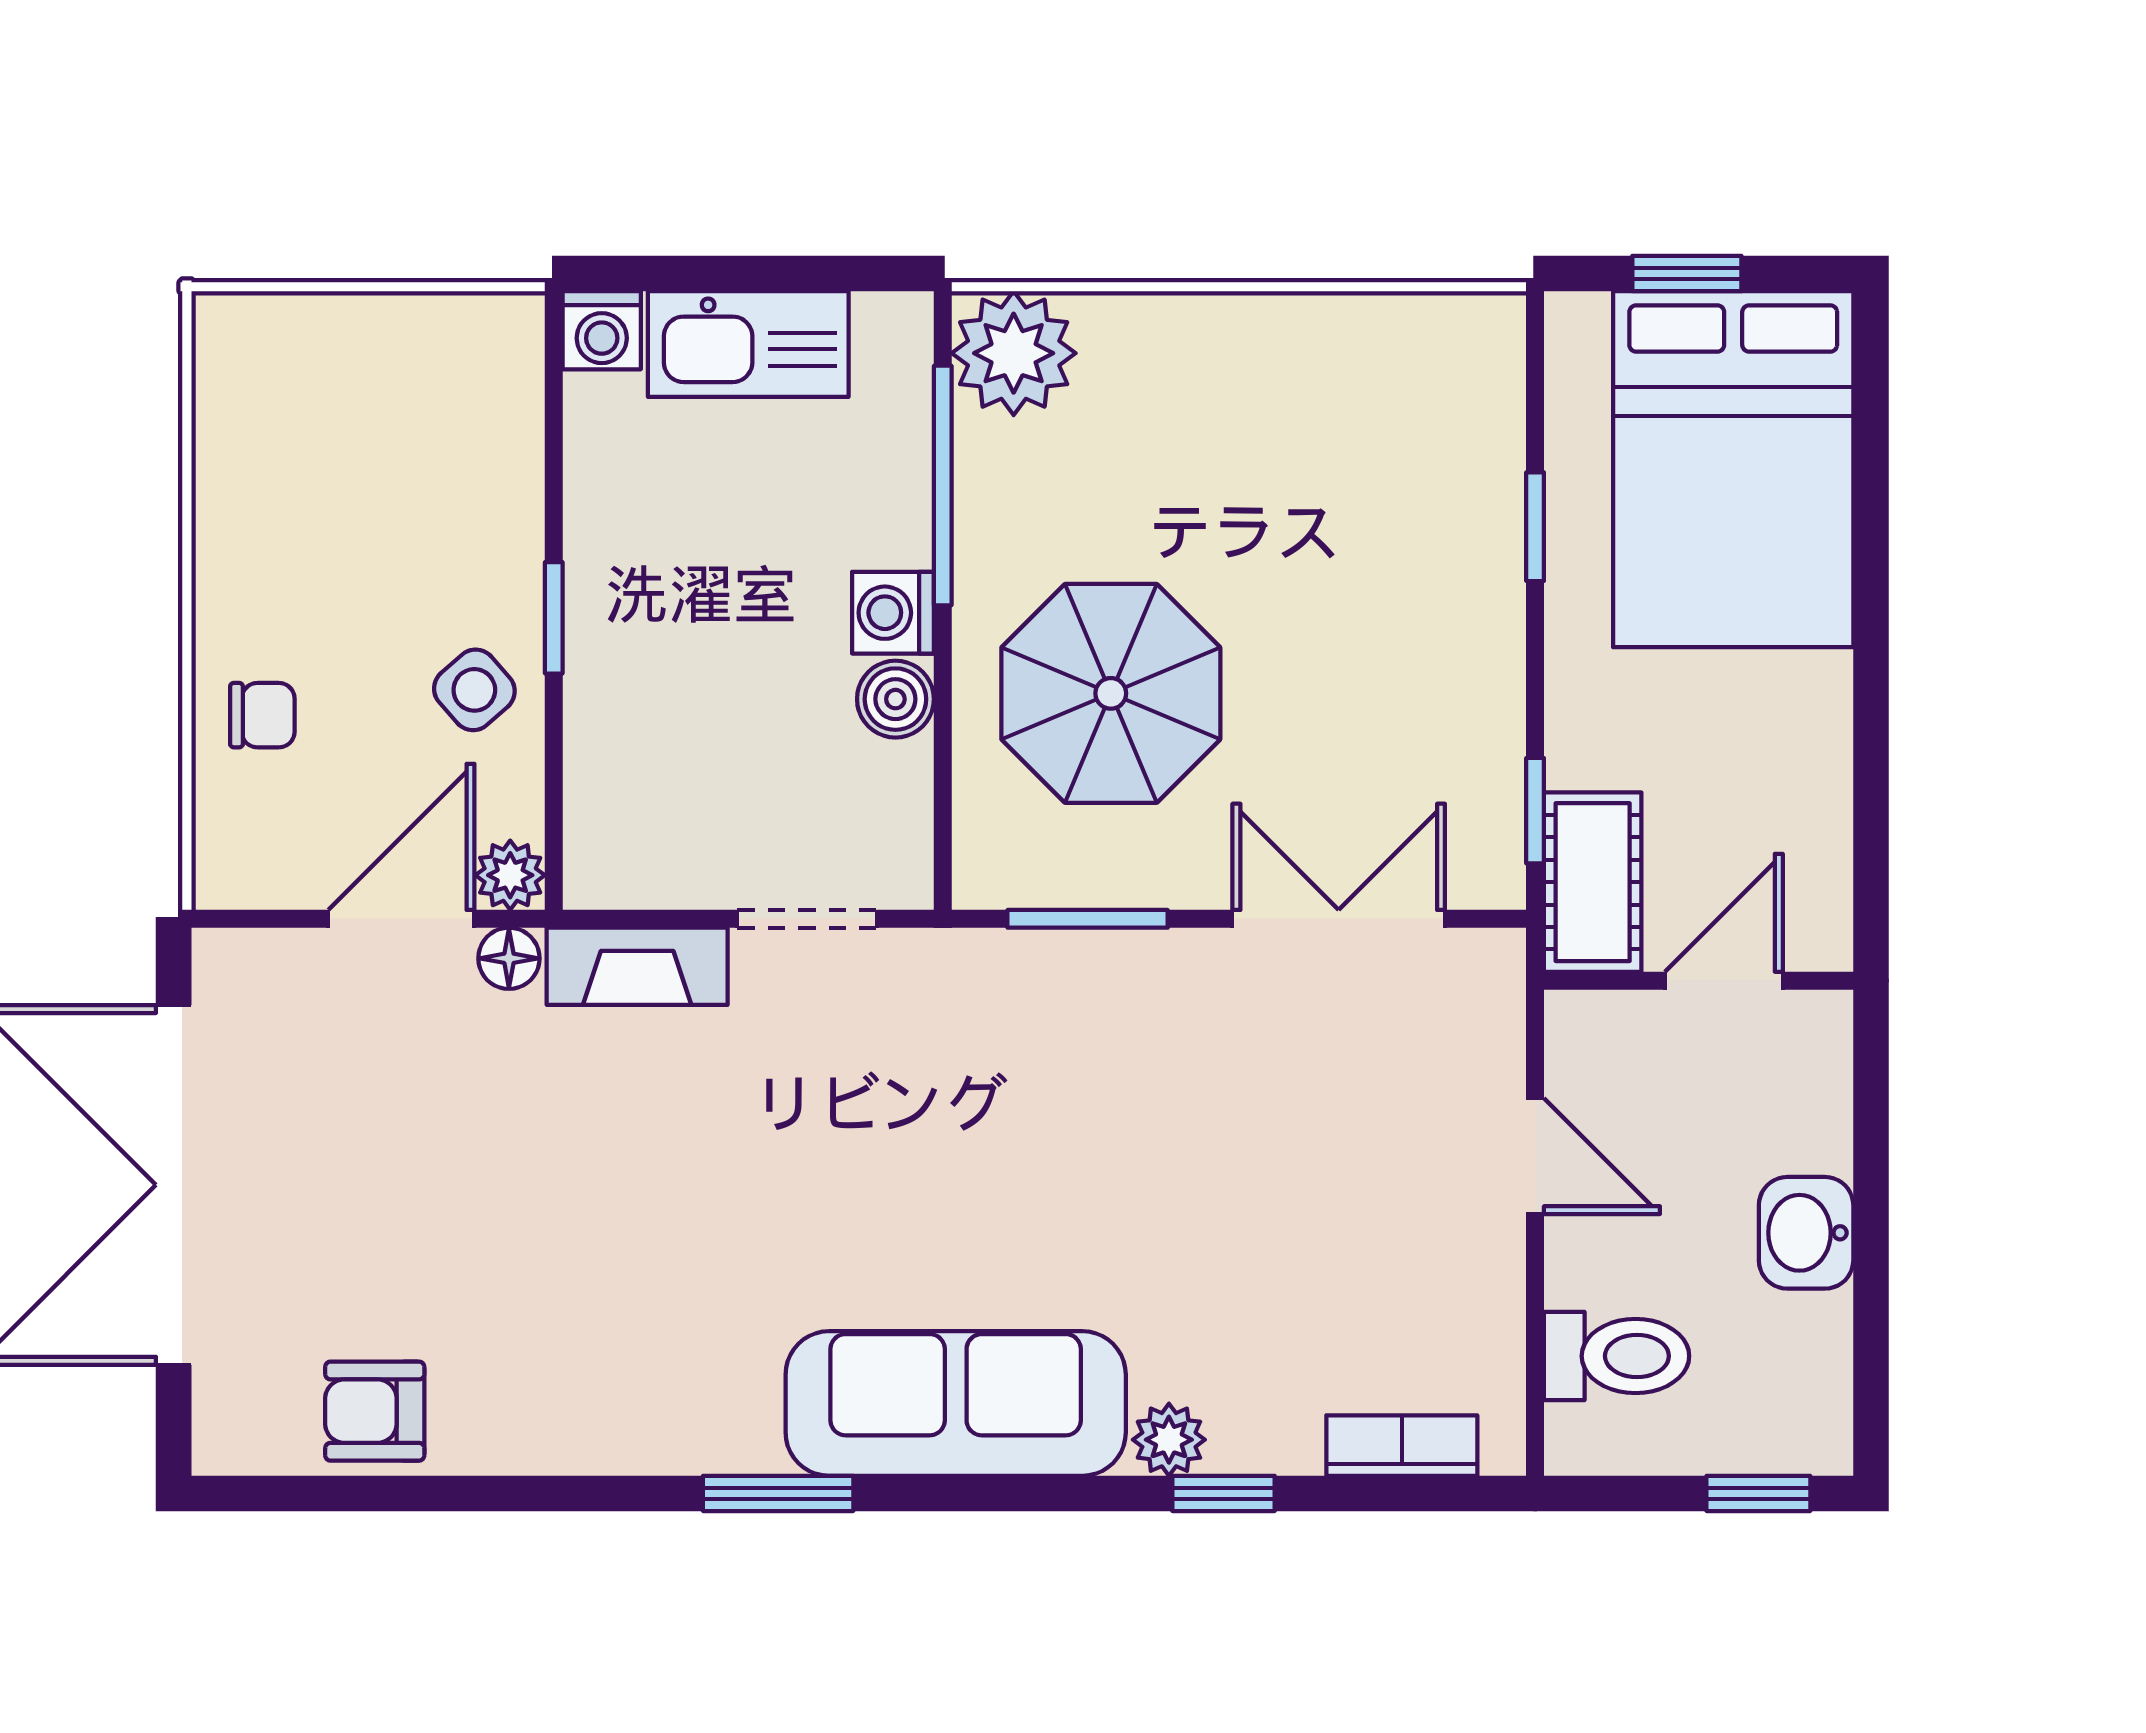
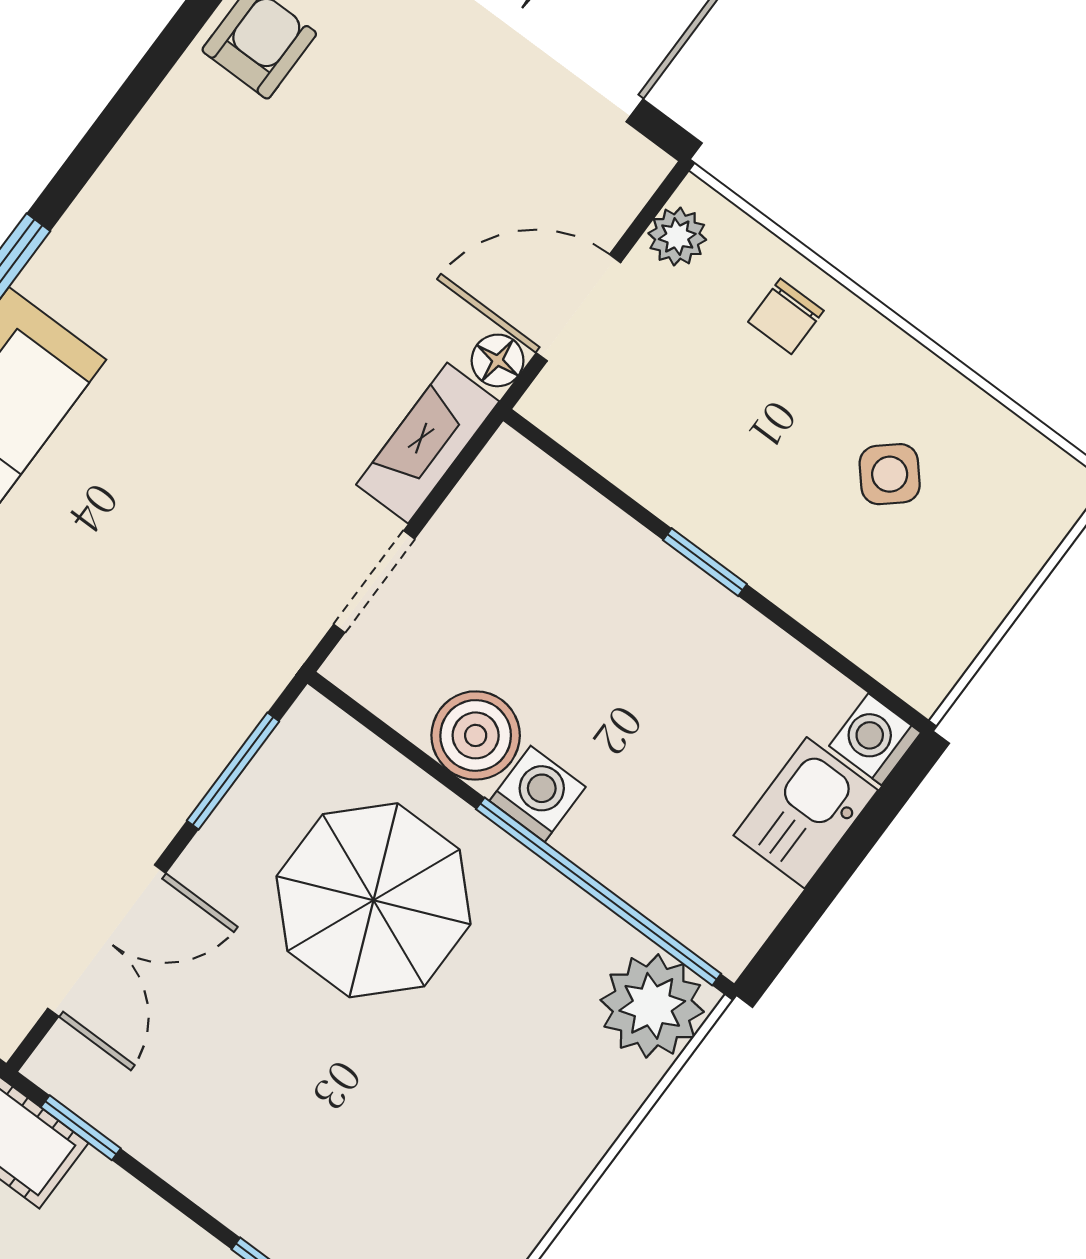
kitchen sink: (748, 344) -> (806, 813), width x0.73
window: (943, 485) -> (599, 891), width x1.46
side table: (474, 690) -> (890, 474), moved
boiler: (895, 699) -> (476, 735), width x1.36, depth x1.36
plant: (510, 875) -> (677, 237), moved
door: (401, 919) -> (578, 308), swing flipped

